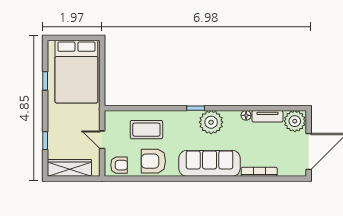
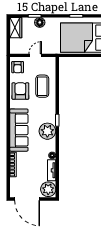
floor lamp: (55, 133) -> (40, 22), added
wardrobe: (69, 168) -> (16, 28), width x0.67

